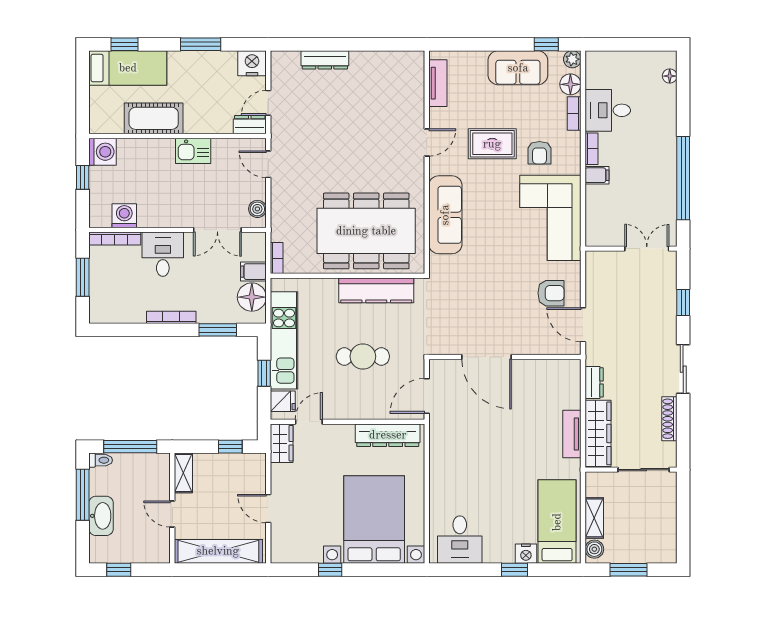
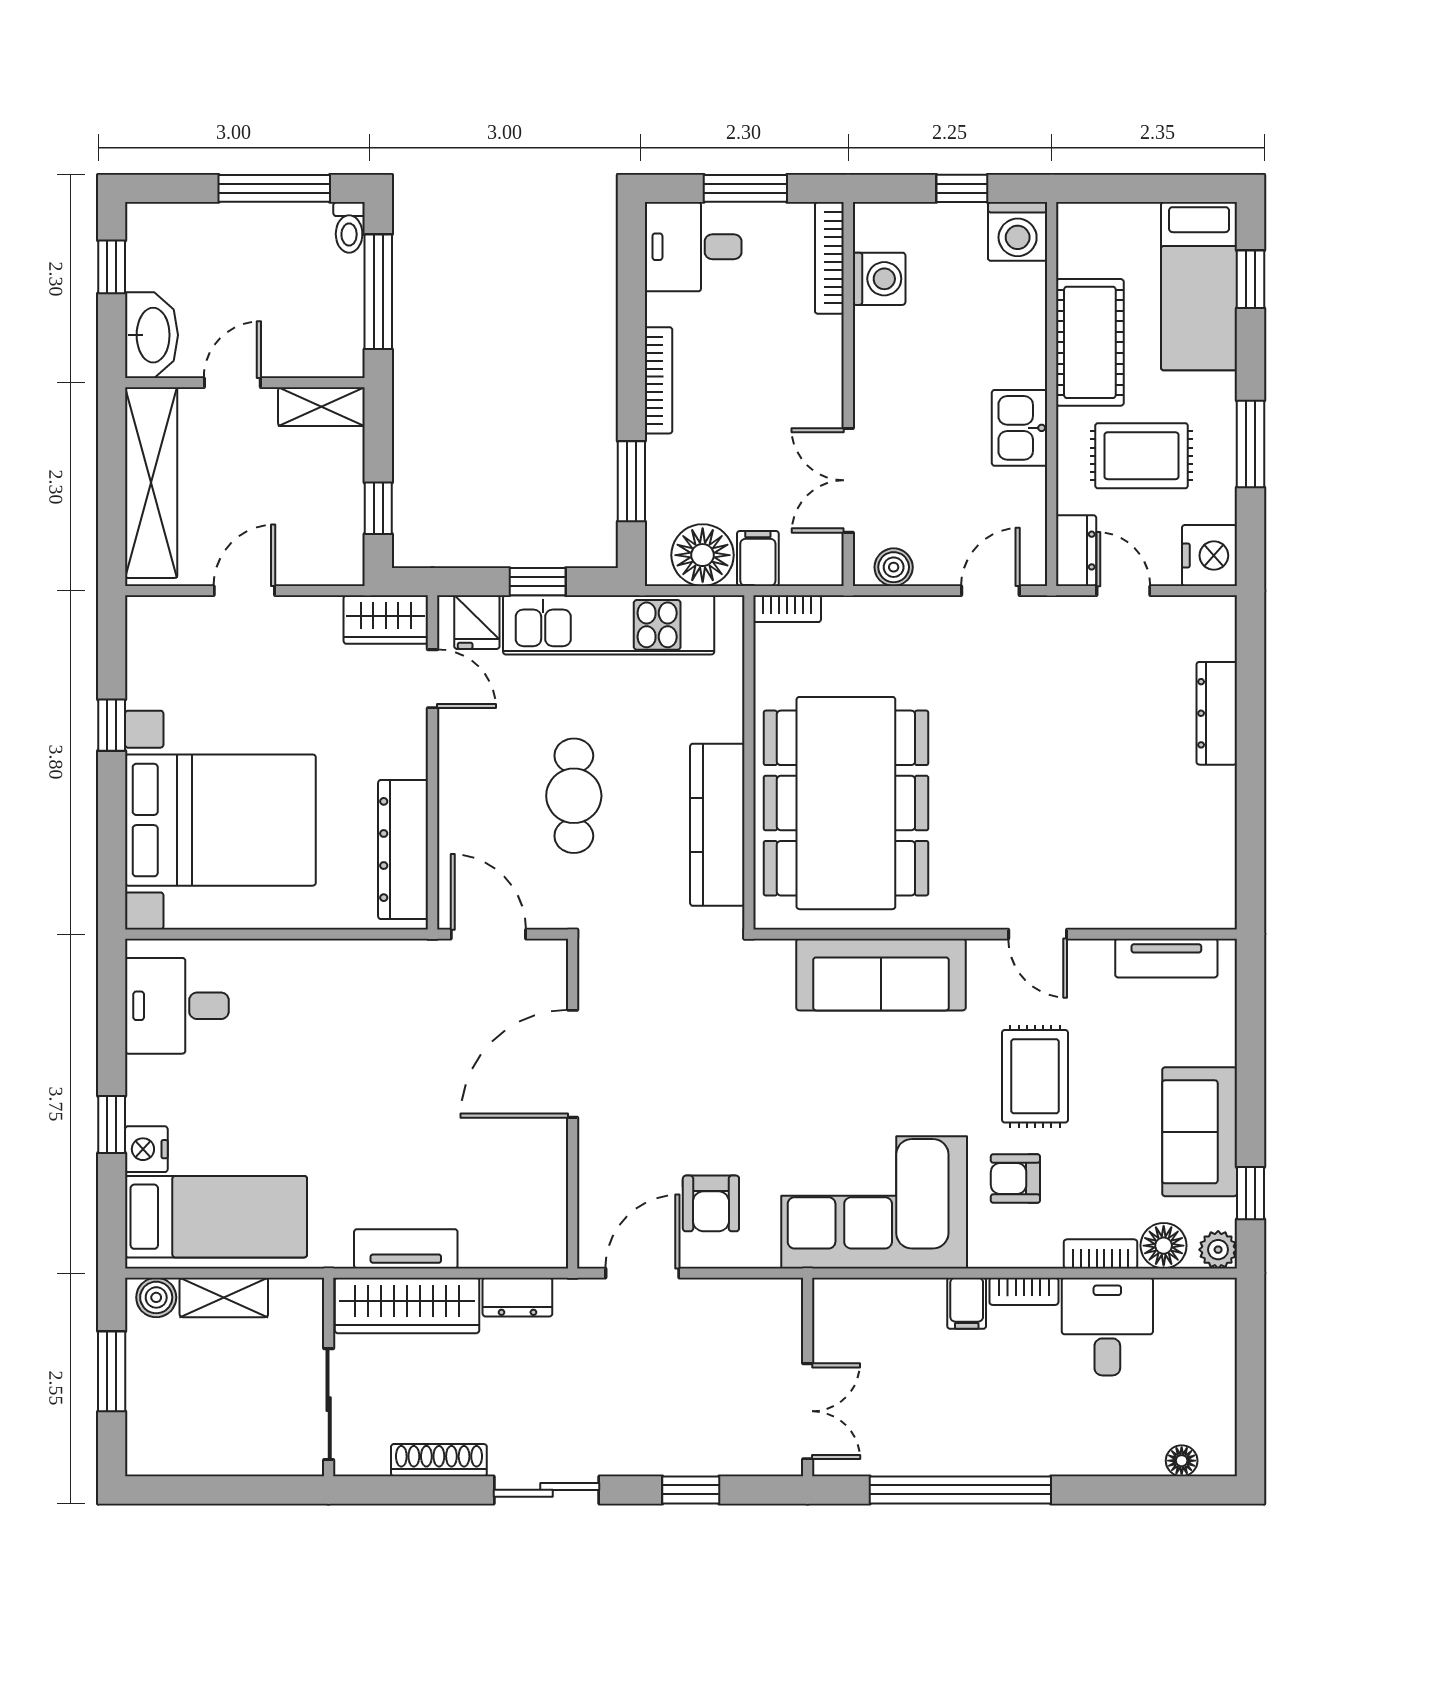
rug: (206, 95) -> (1142, 456), added
desk: (163, 254) -> (693, 247), moved, turned 180
washbasin: (101, 516) -> (151, 335), moved, turned -90

